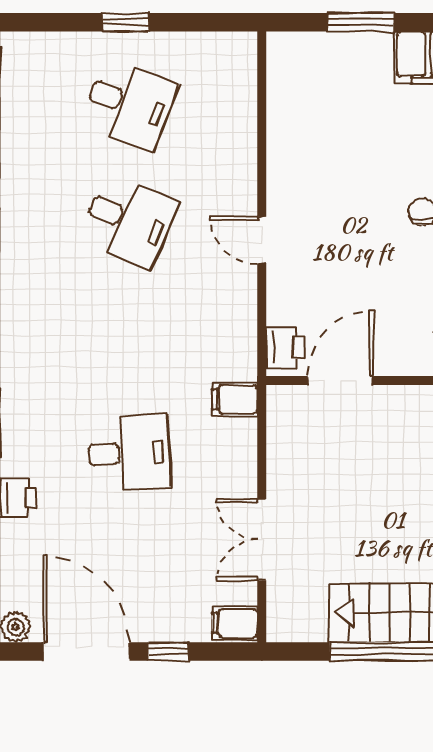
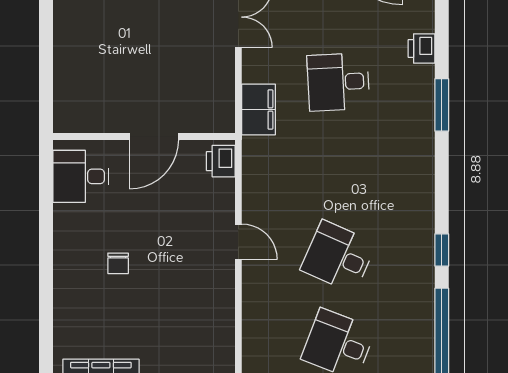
door: (340, 381) -> (154, 136), moved
filing cabinet: (235, 400) -> (259, 109), width x2.00

